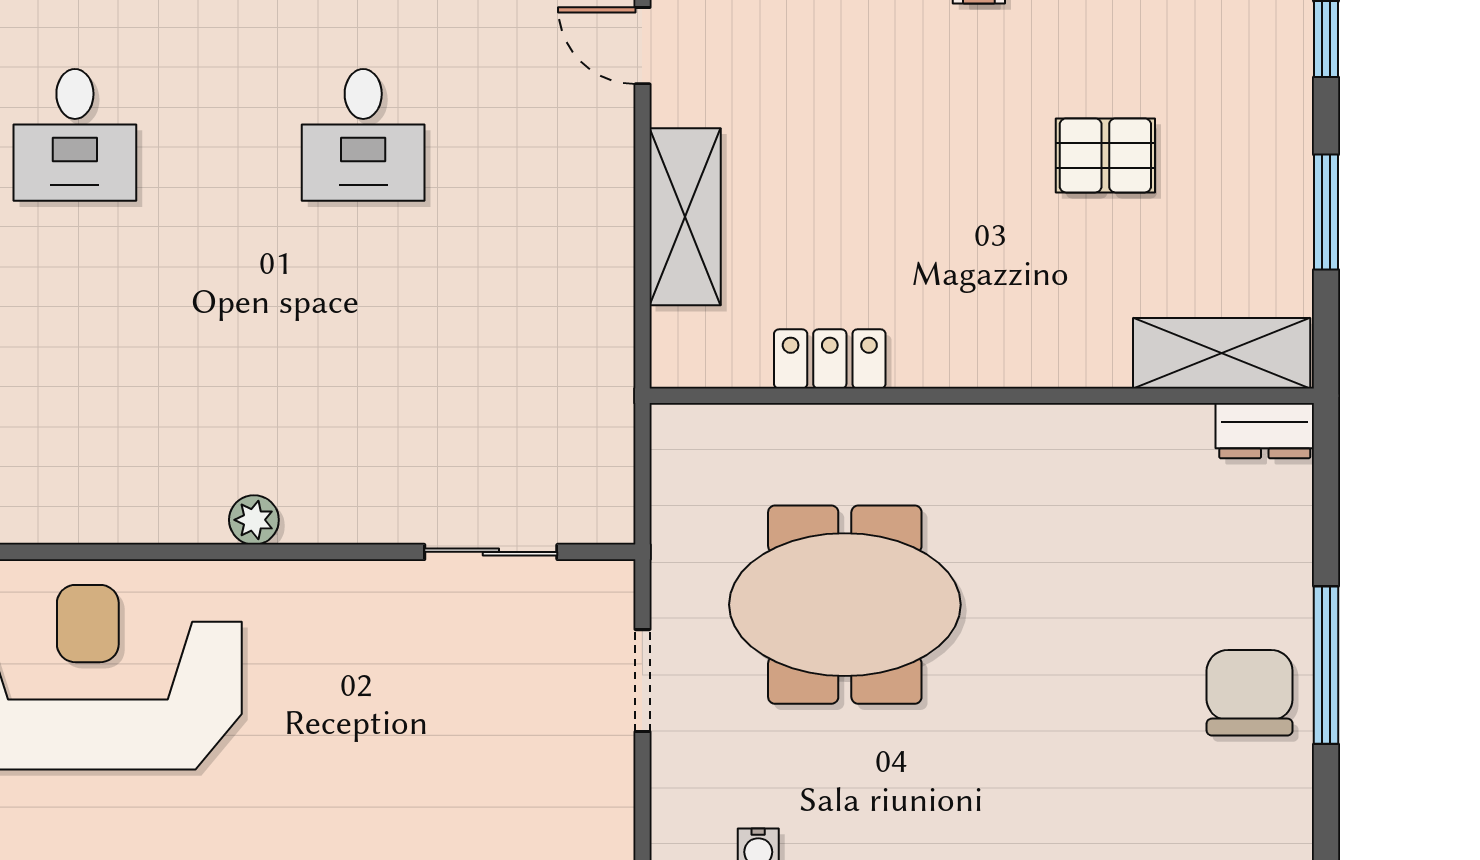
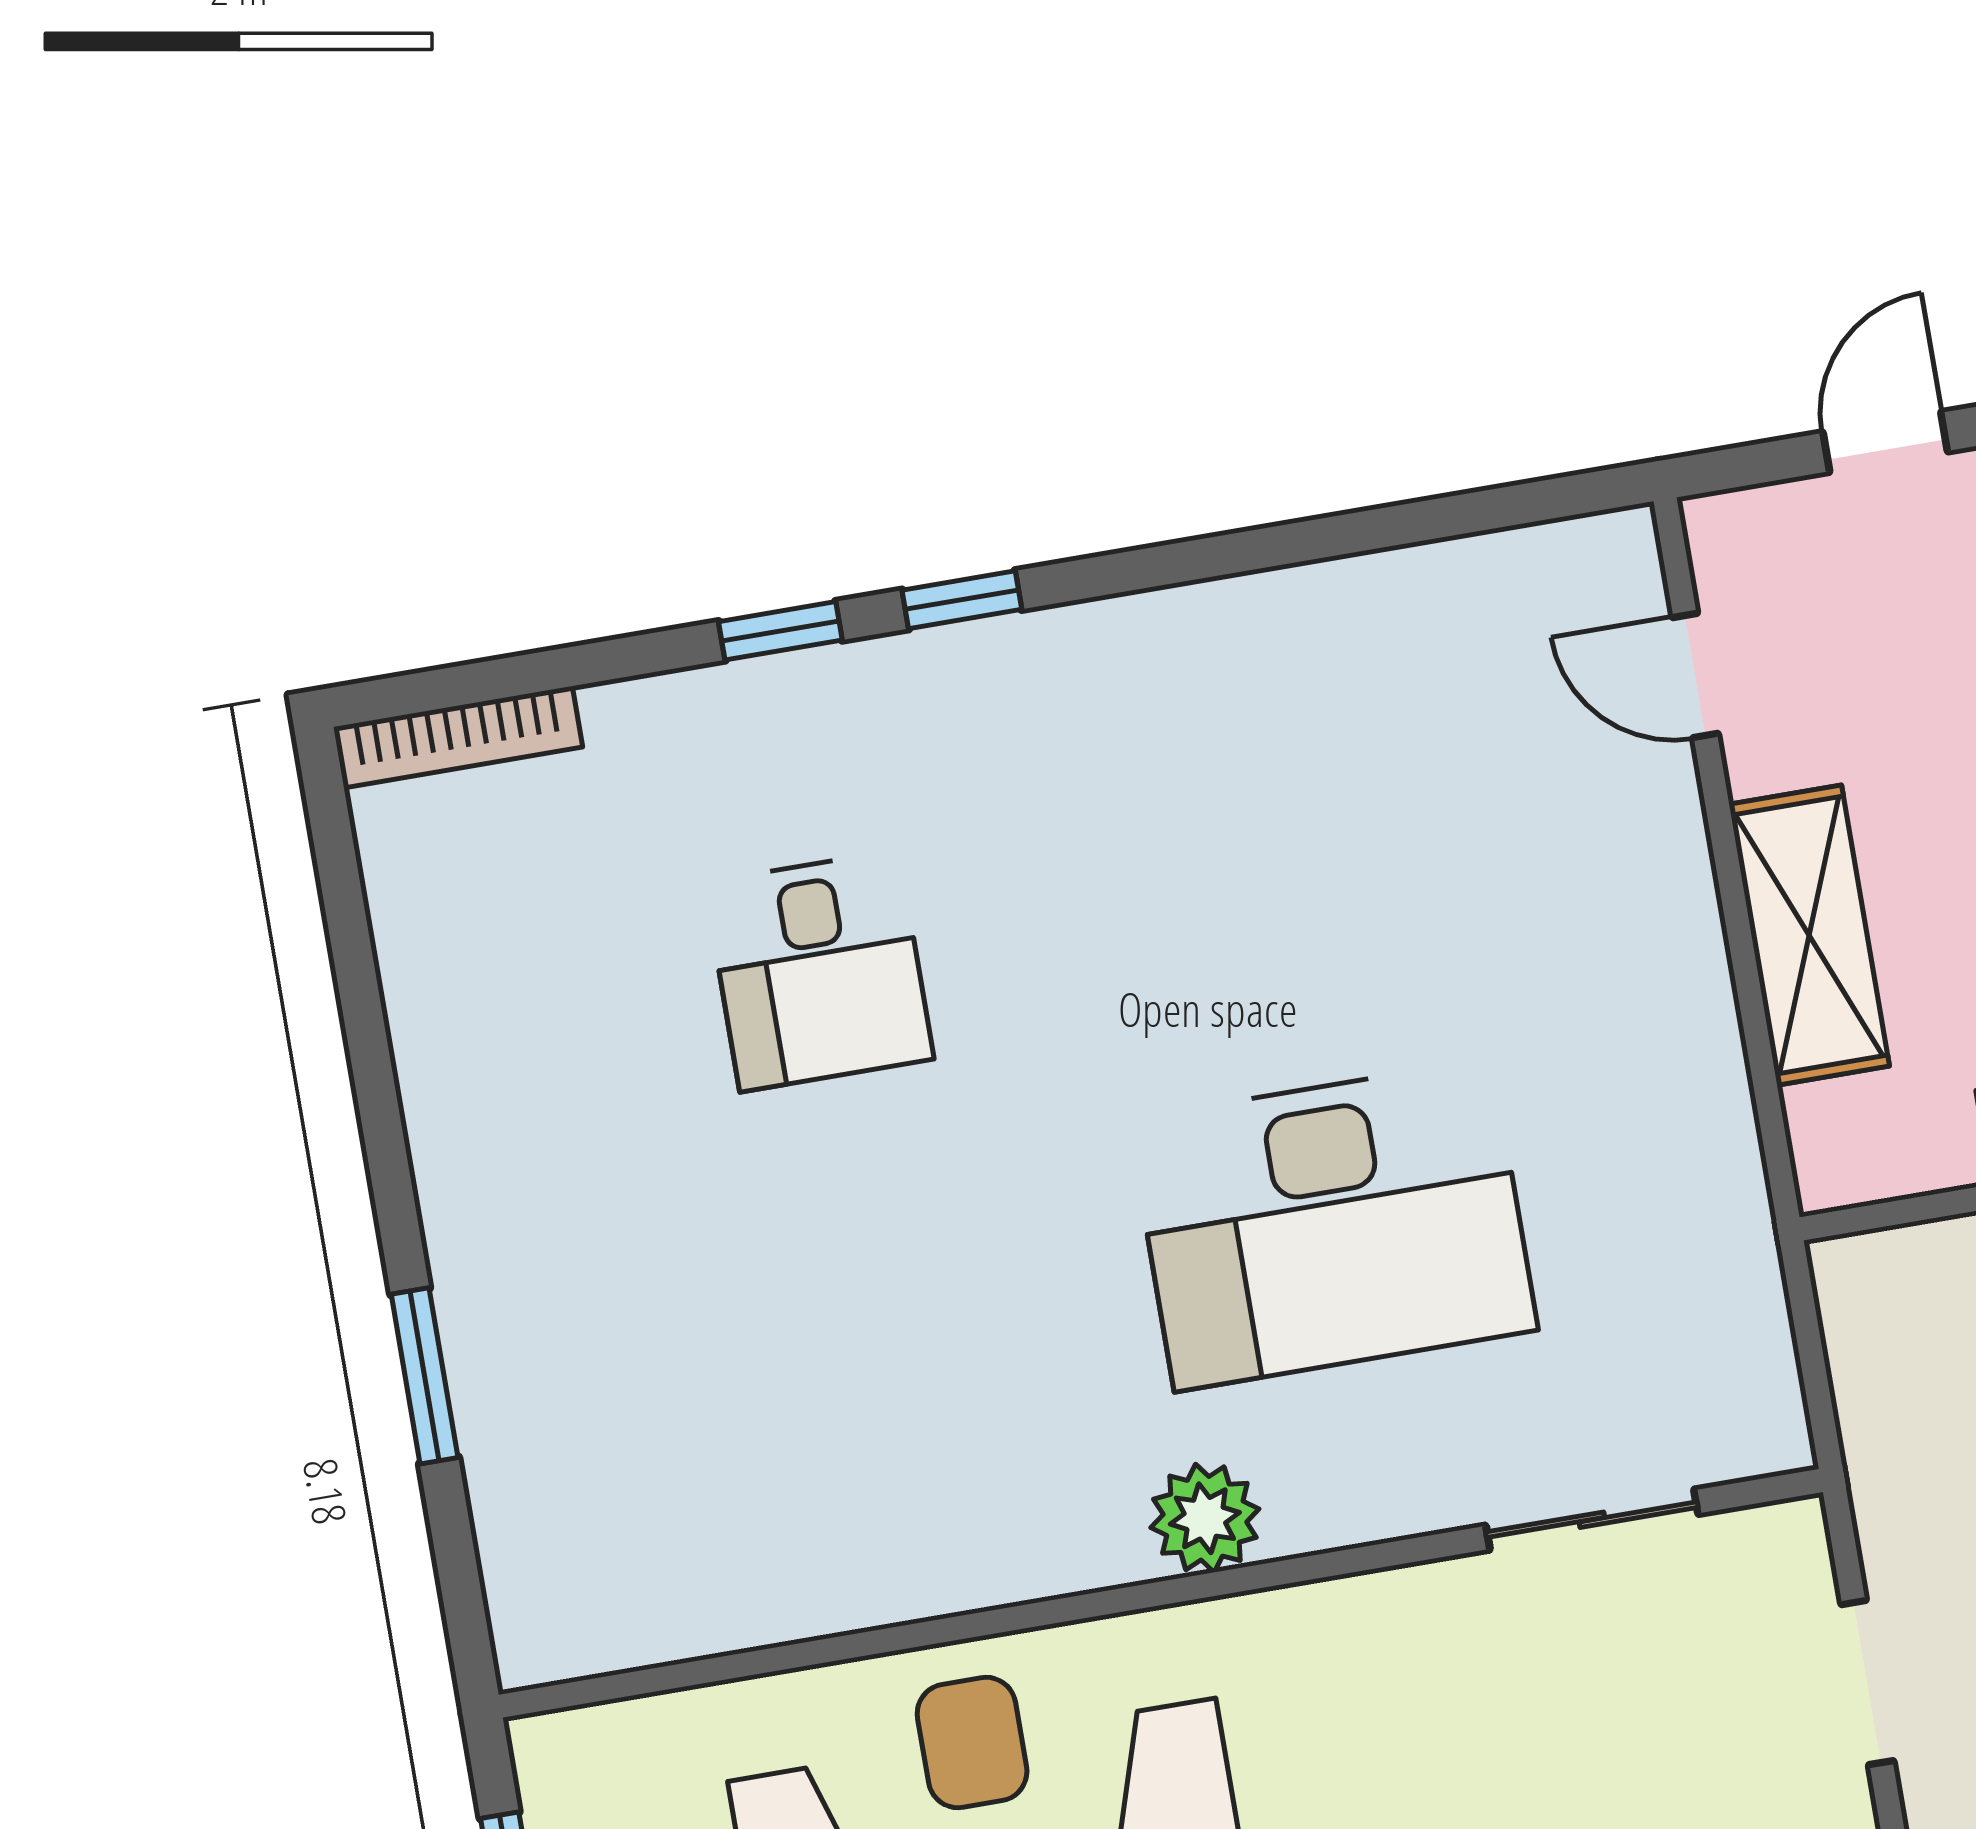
desk: (363, 135) -> (1333, 1225), moved, width x1.87, depth x1.30
plant: (254, 520) -> (1205, 1518), width x1.38, depth x1.38

